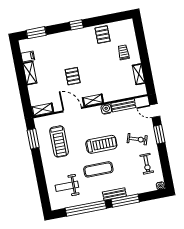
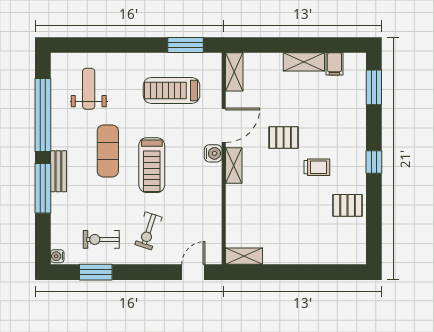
trolley: (124, 52) -> (317, 167), moved
shelving: (139, 74) -> (244, 256), moved
bench: (123, 105) -> (214, 218), removed
water cooler: (106, 109) -> (213, 153), moved
window: (159, 134) -> (96, 272), moved

